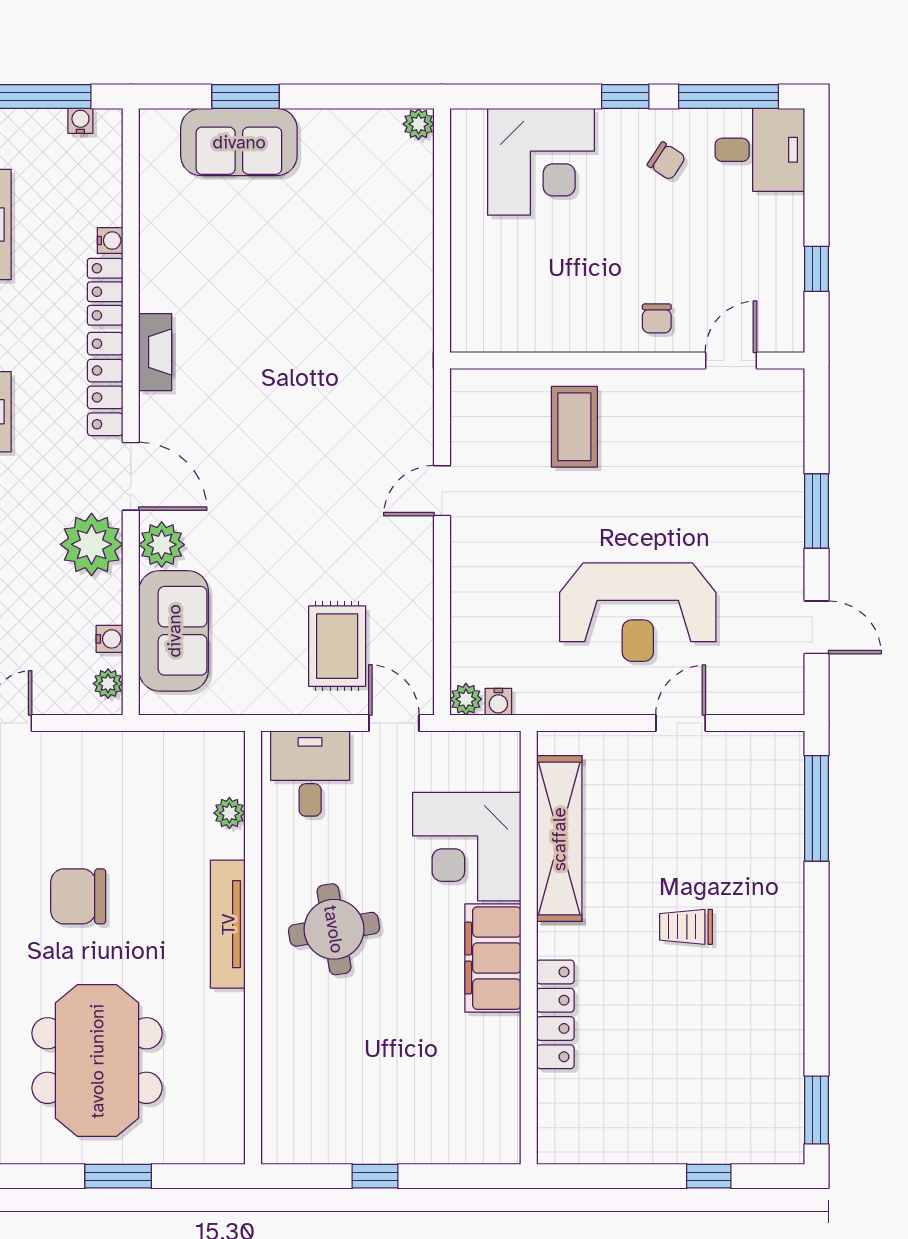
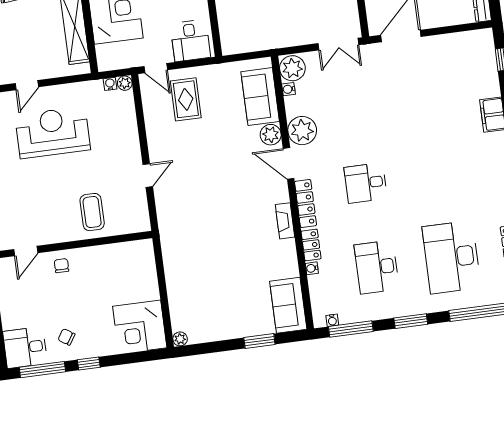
sofa: (239, 142) -> (288, 305), moved, turned -90
corner desk: (541, 162) -> (140, 327), moved, turned -90
plant: (108, 684) -> (292, 68), width x1.88, depth x1.88
plant: (229, 813) -> (224, 18), removed

